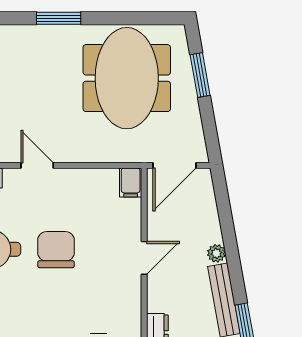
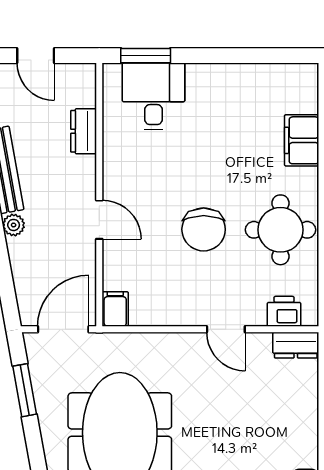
window: (200, 75) -> (25, 390), moved
door: (144, 258) -> (99, 220), swing flipped

